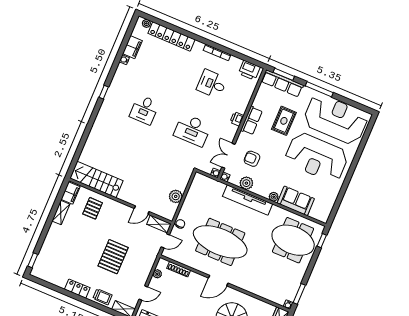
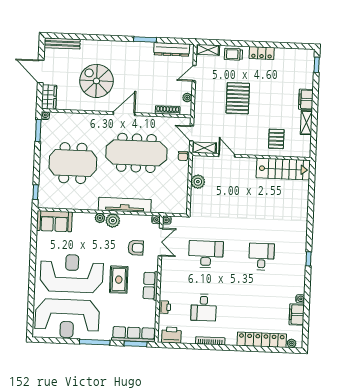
desk: (212, 84) -> (204, 307), turned 90
printer: (237, 119) -> (165, 307), moved
rug: (284, 121) -> (119, 280), moved
plant: (246, 183) -> (113, 221), moved
filing cabinet: (71, 193) -> (306, 99), moved
sofa: (296, 201) -> (54, 221), moved
door: (142, 210) -> (227, 155), hinge flipped
meeting table: (293, 240) -> (73, 163), moved
door: (165, 241) -> (192, 133), hinge flipped

